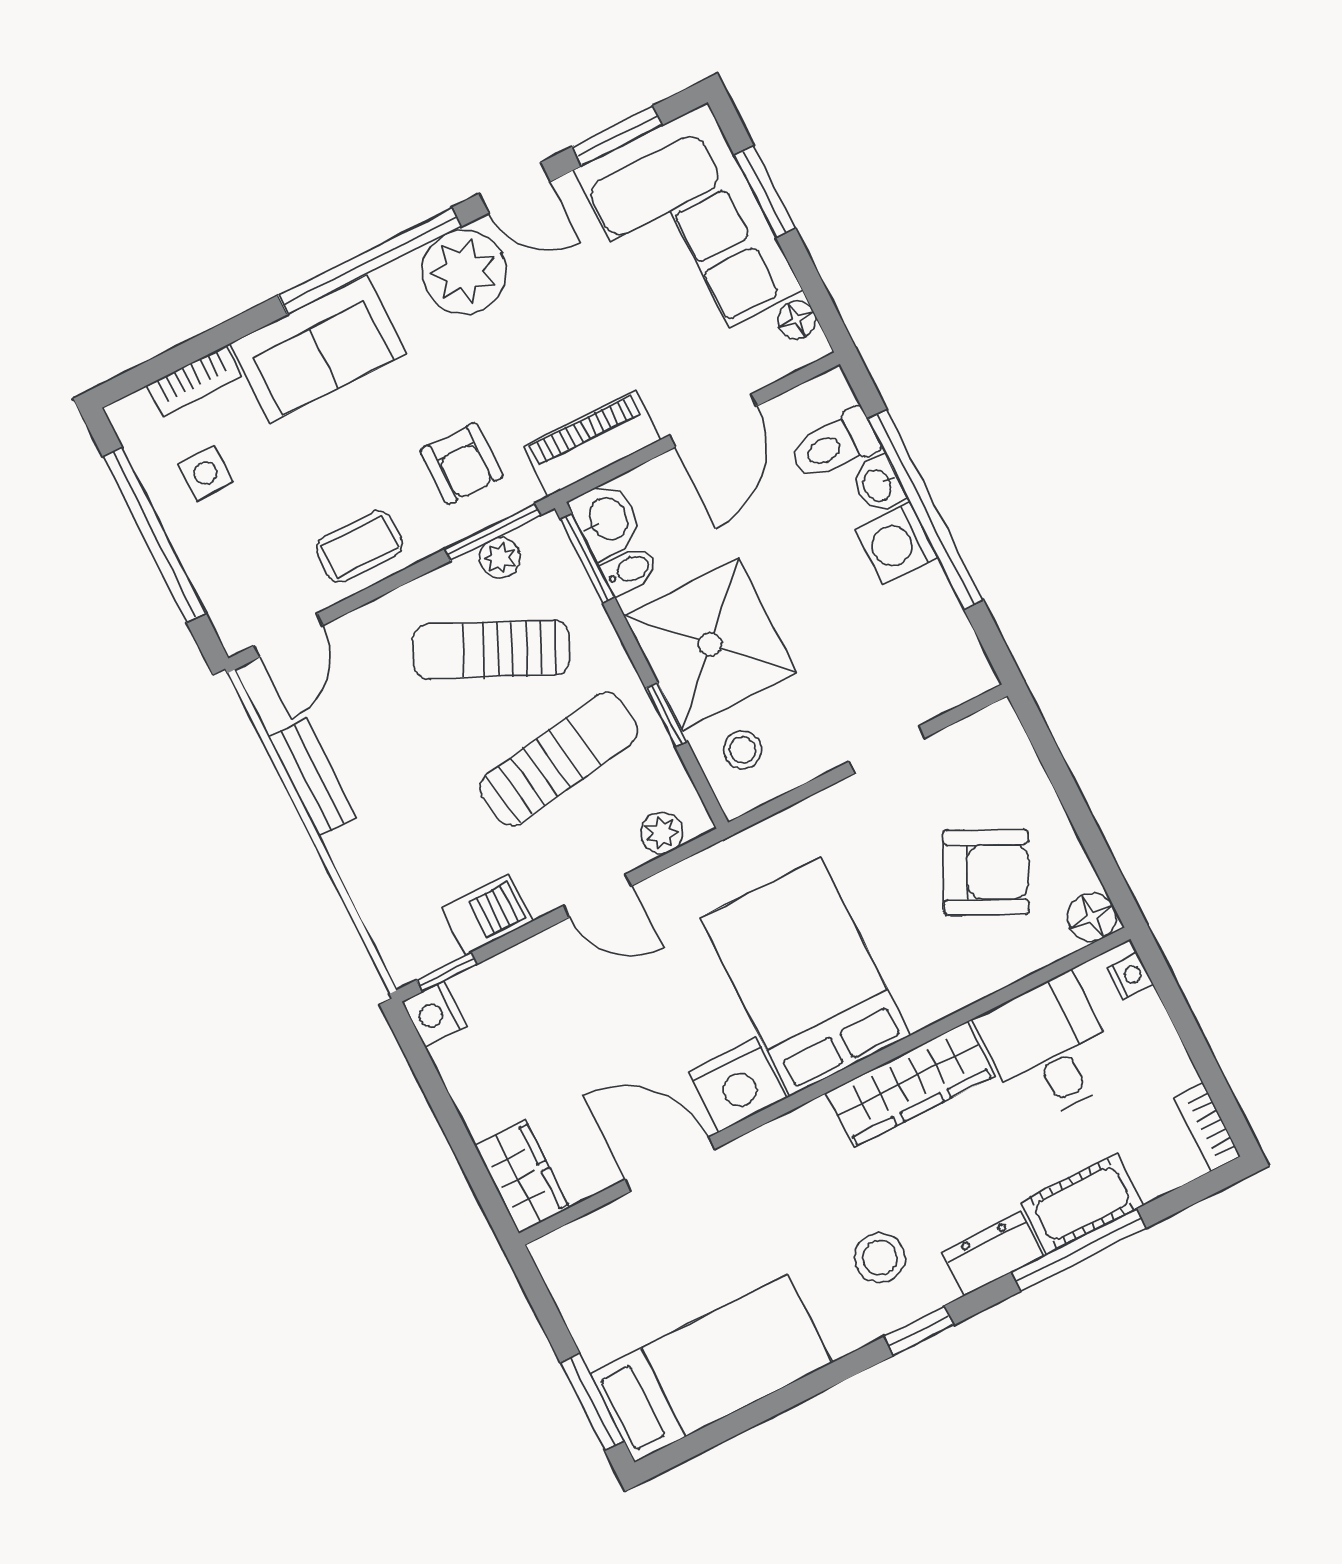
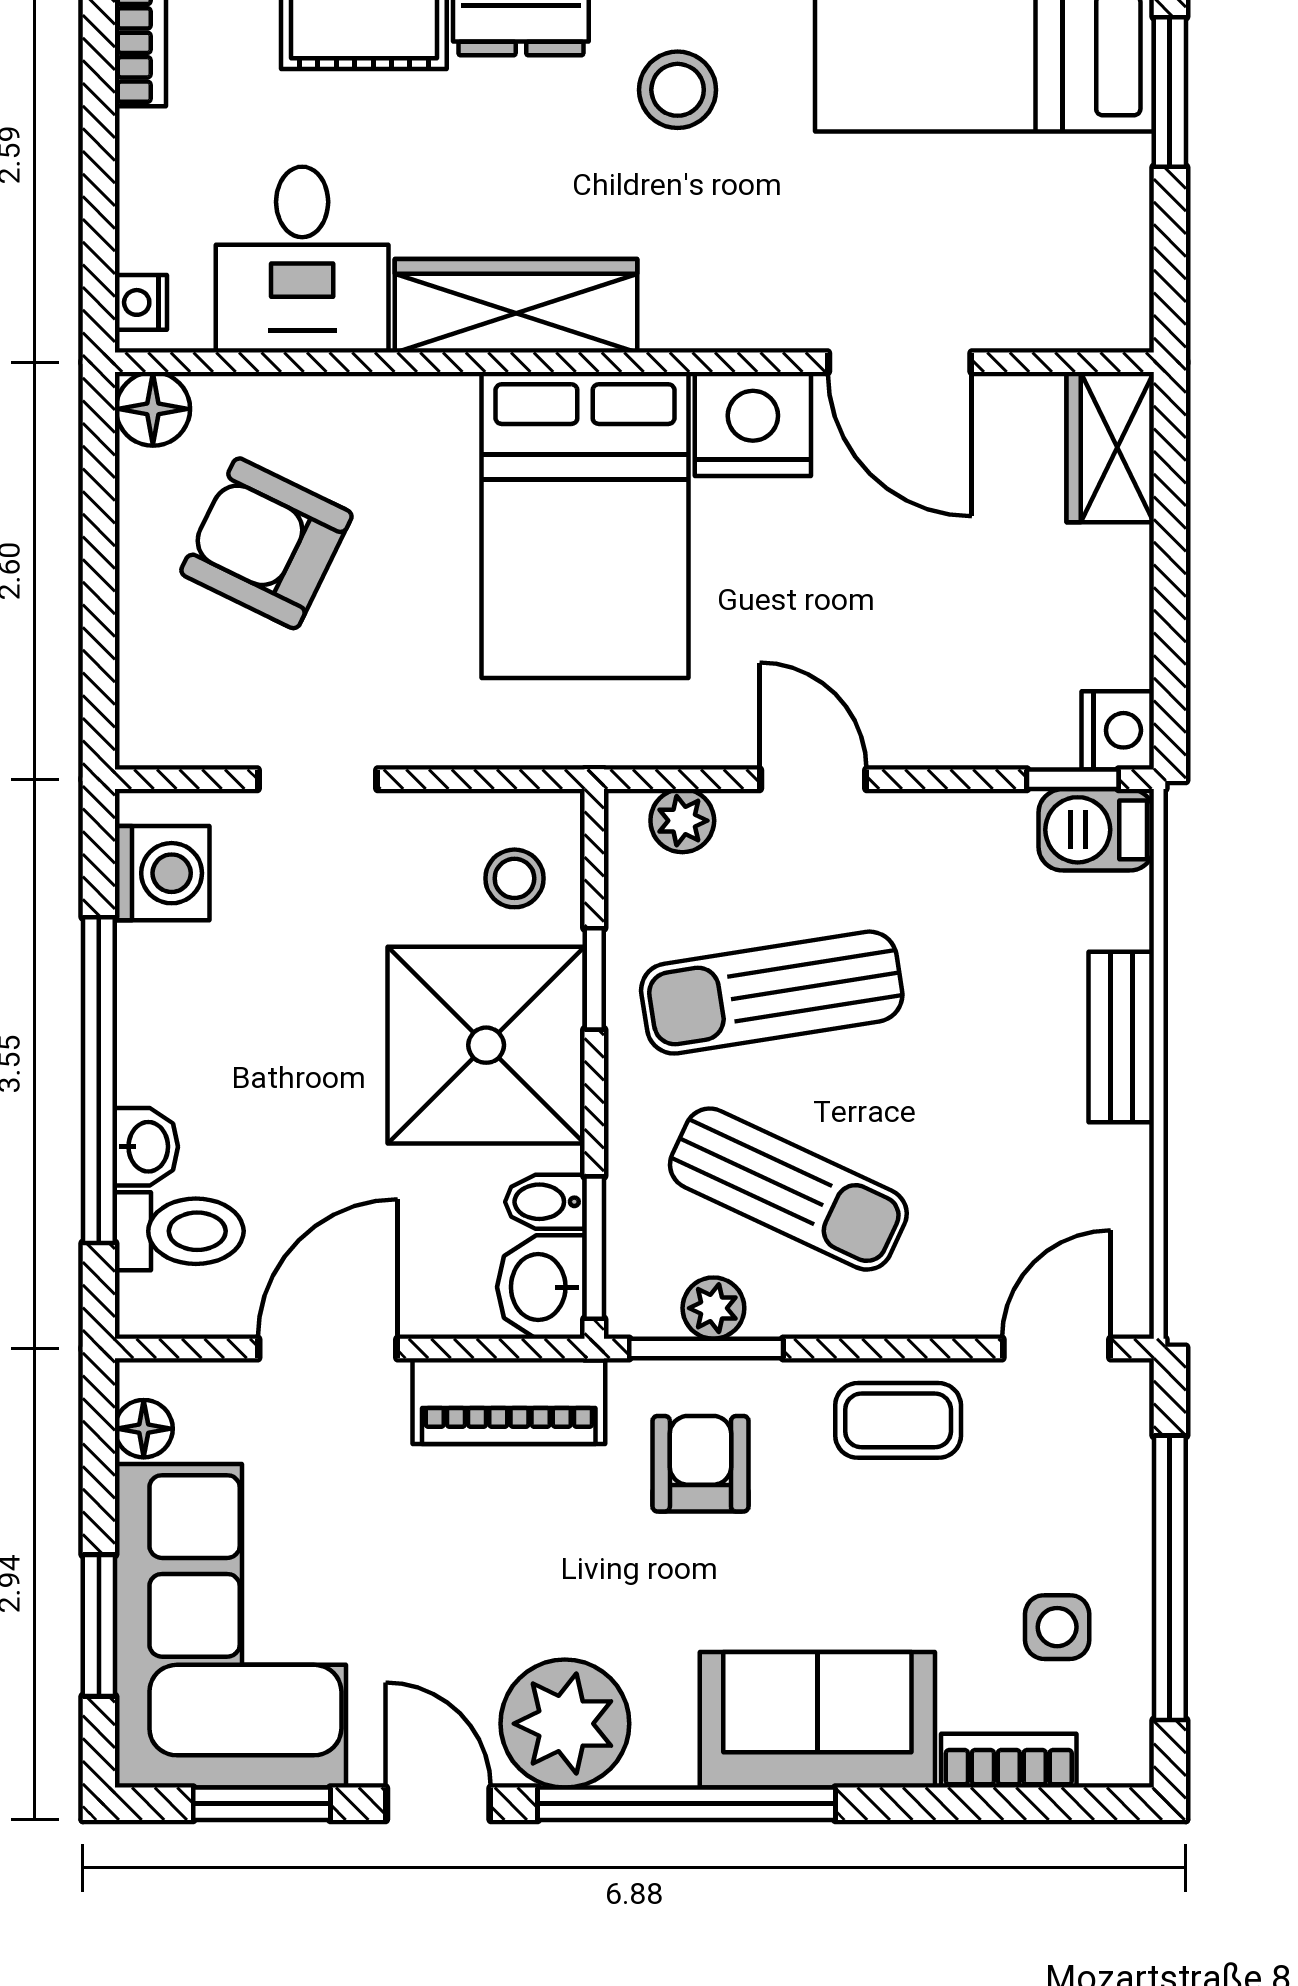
washing machine: (896, 544) -> (162, 873), moved
bench: (312, 777) -> (1121, 1037), moved
barbecue: (487, 915) -> (1096, 830), moved

